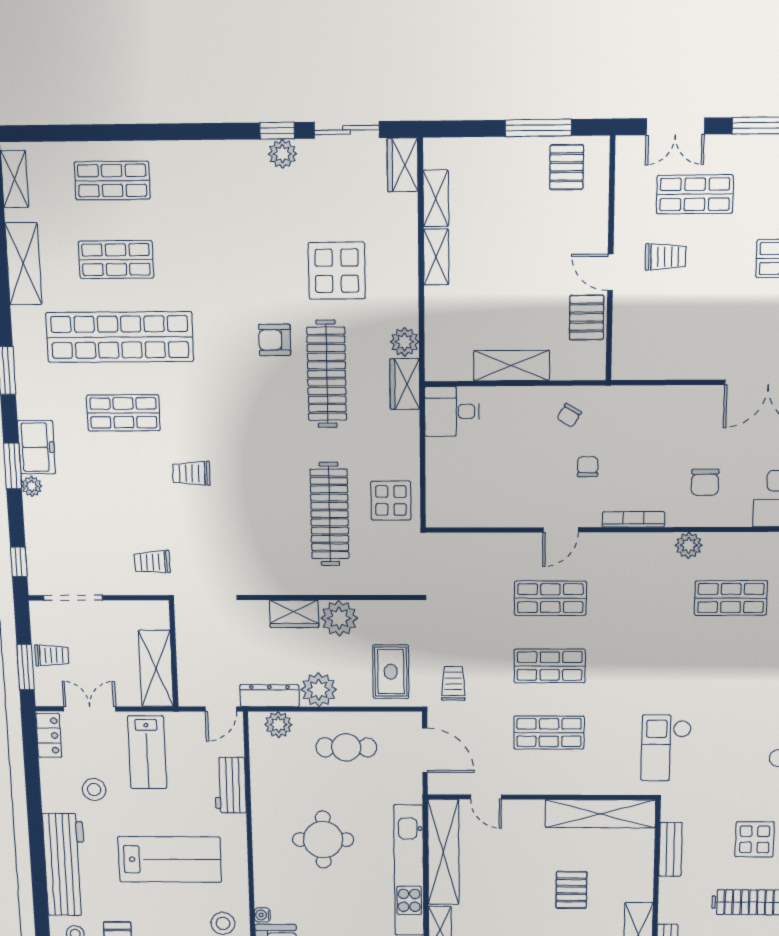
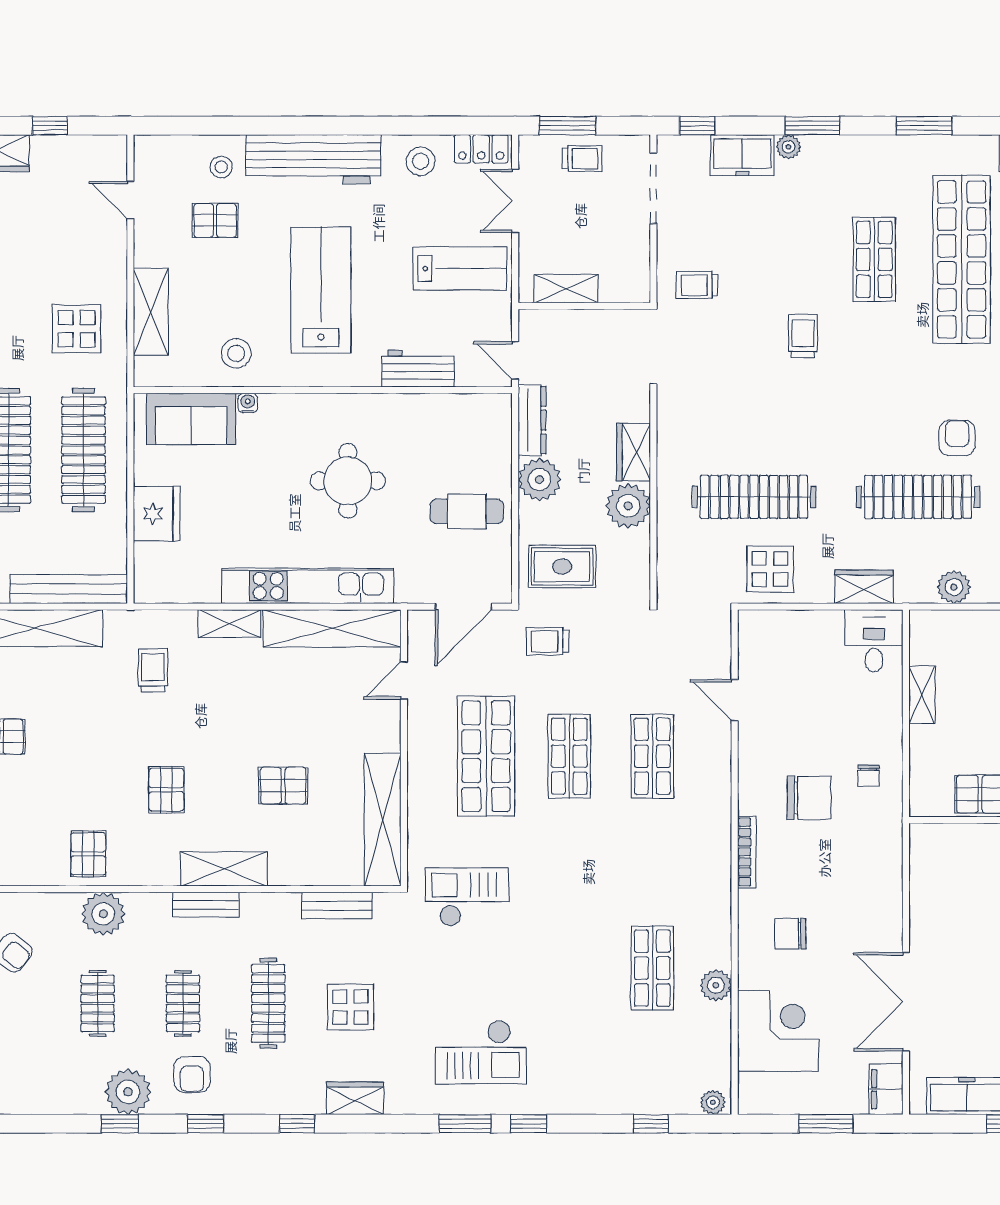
shelving: (512, 366) -> (922, 695), width x0.67, depth x0.75
wardrobe: (405, 384) -> (864, 587), moved
chair: (569, 415) -> (869, 776), turned -121
freezer: (36, 447) -> (742, 155), moved
chair: (588, 467) -> (809, 798), width x1.87, depth x1.87
door: (561, 530) -> (735, 700), moved
plant: (689, 545) -> (716, 985), moved
trolley: (152, 562) -> (697, 285), turned -88
trolley: (52, 655) -> (582, 159), turned -90
shelving: (156, 668) -> (566, 289), width x0.67, depth x0.75
trolley: (453, 683) -> (548, 641), turned 180
double door: (90, 709) -> (515, 201), swing flipped
plant: (278, 725) -> (496, 430), removed
shop shelf: (549, 733) -> (486, 756), width x1.43, depth x1.36
cafe table: (346, 747) -> (467, 511), turned 90
lab bench: (147, 752) -> (460, 268), turned 180
stool: (94, 790) -> (421, 161), moved
lab bench: (170, 859) -> (321, 290), turned 180

